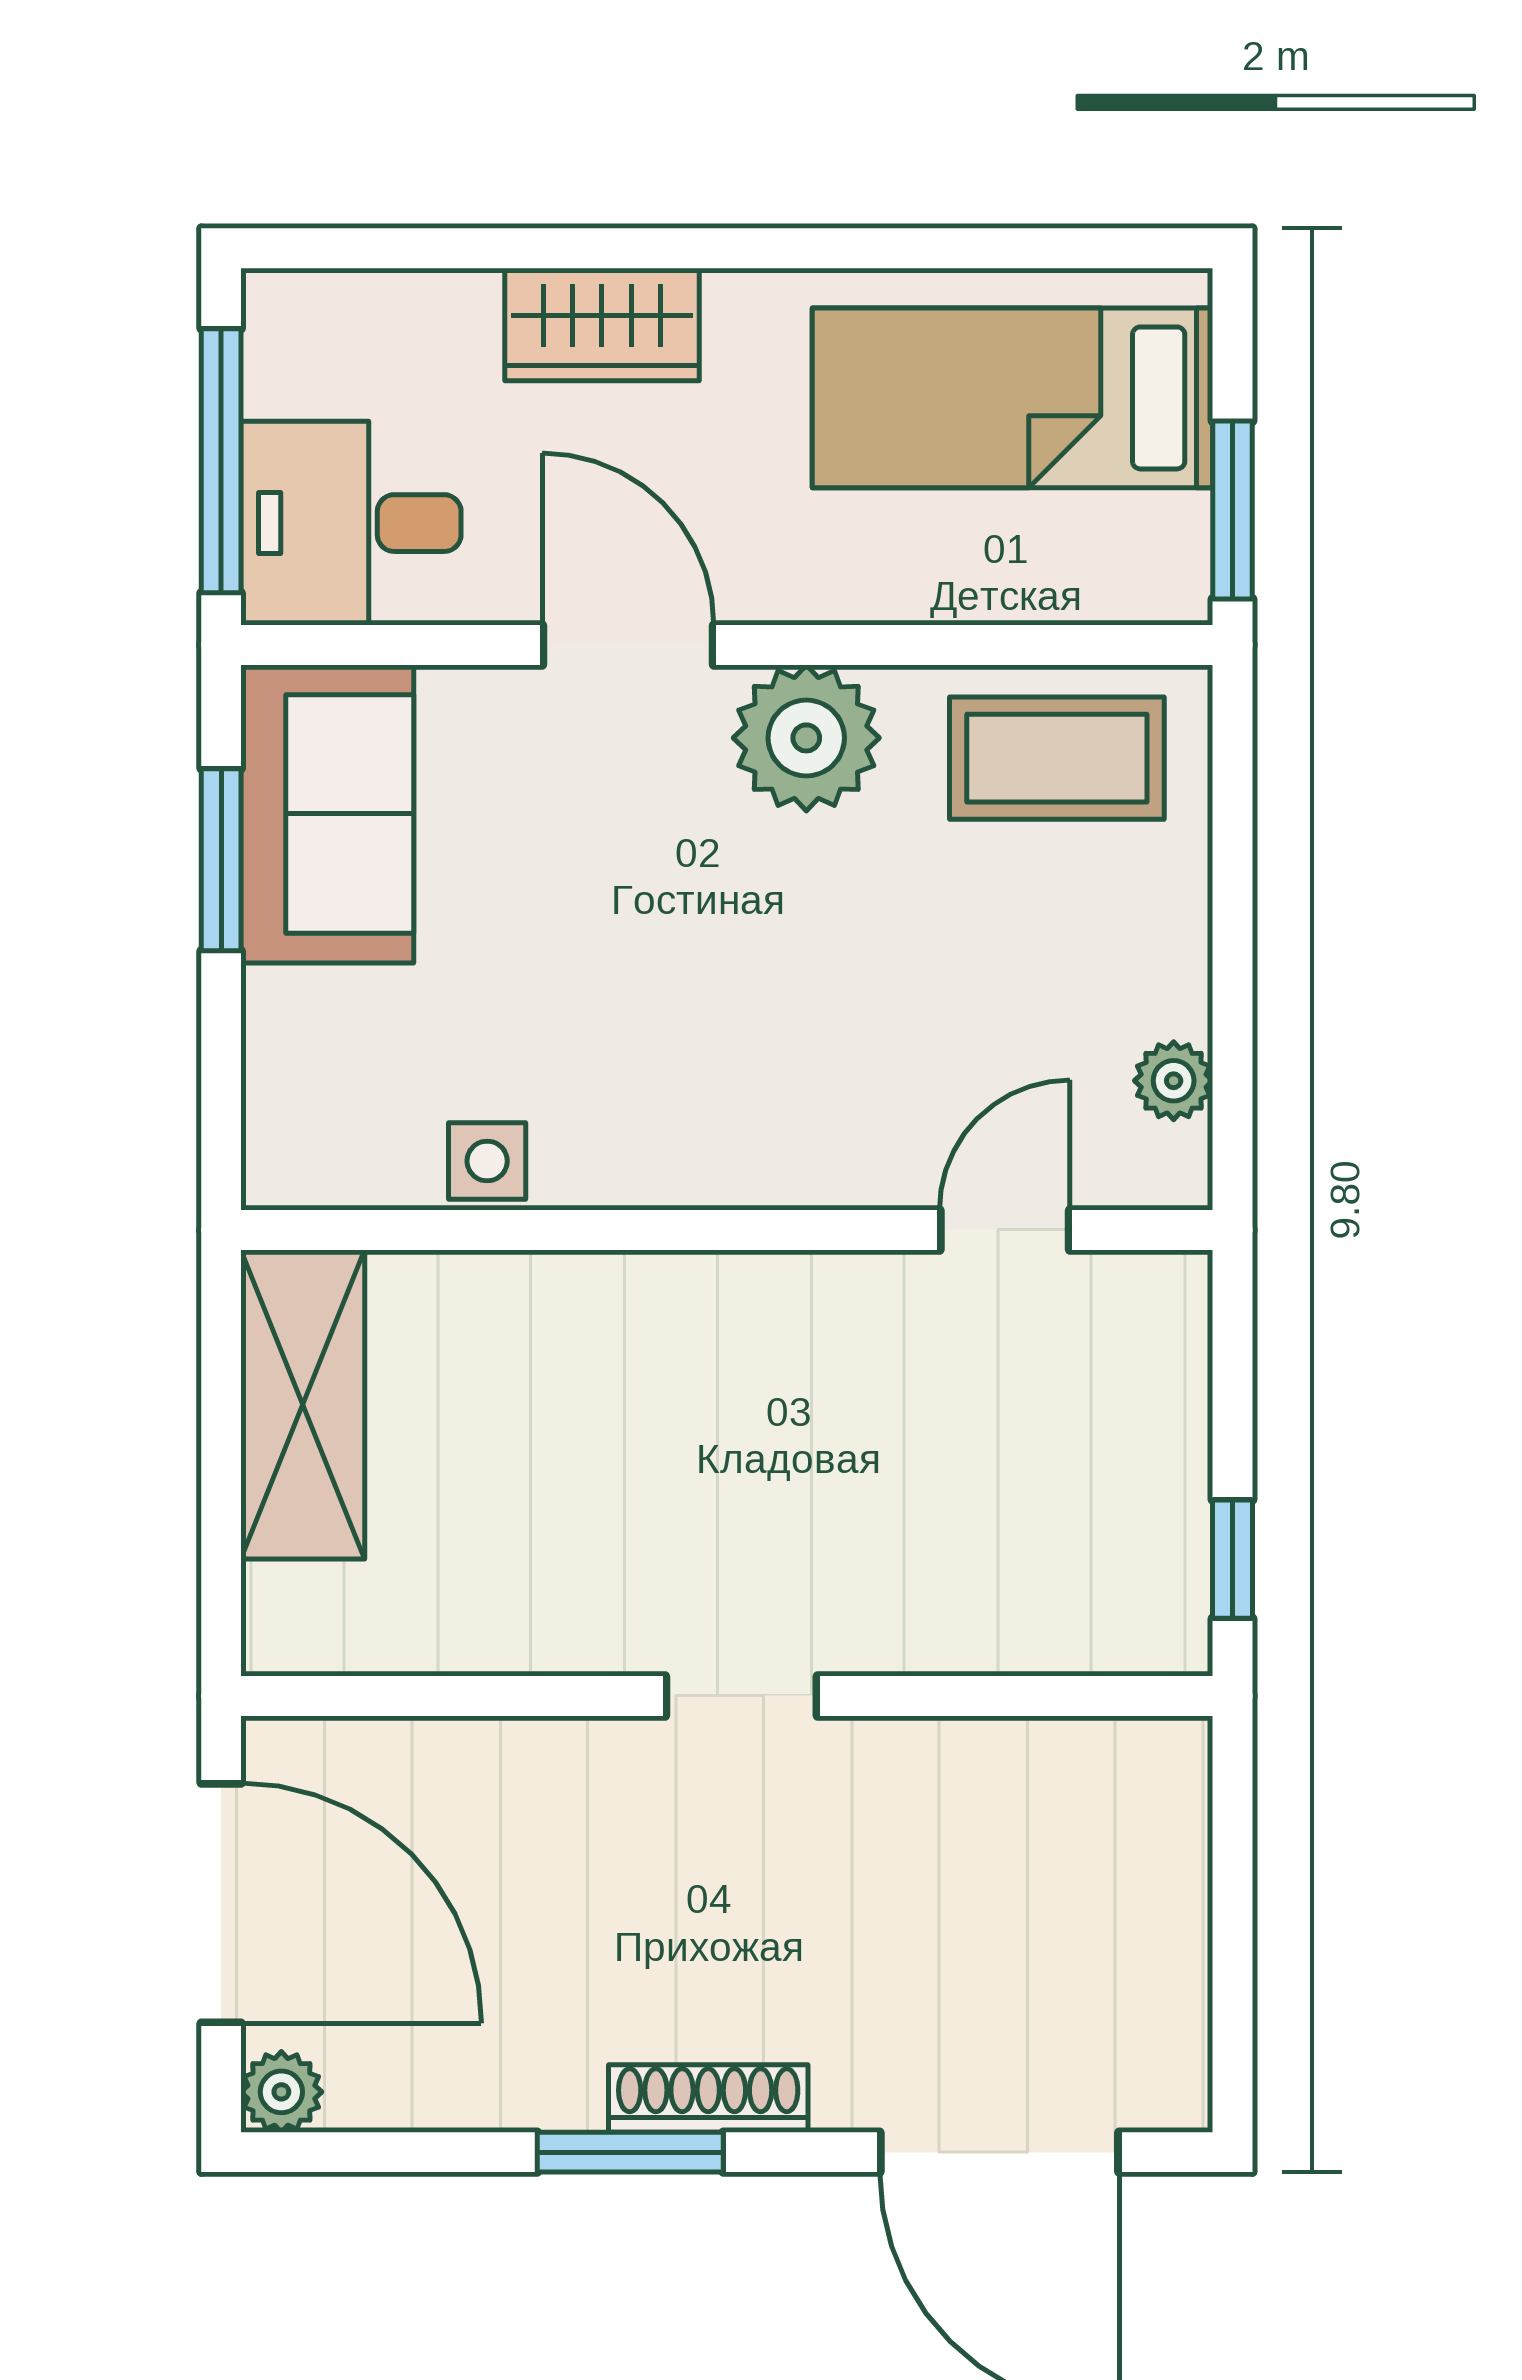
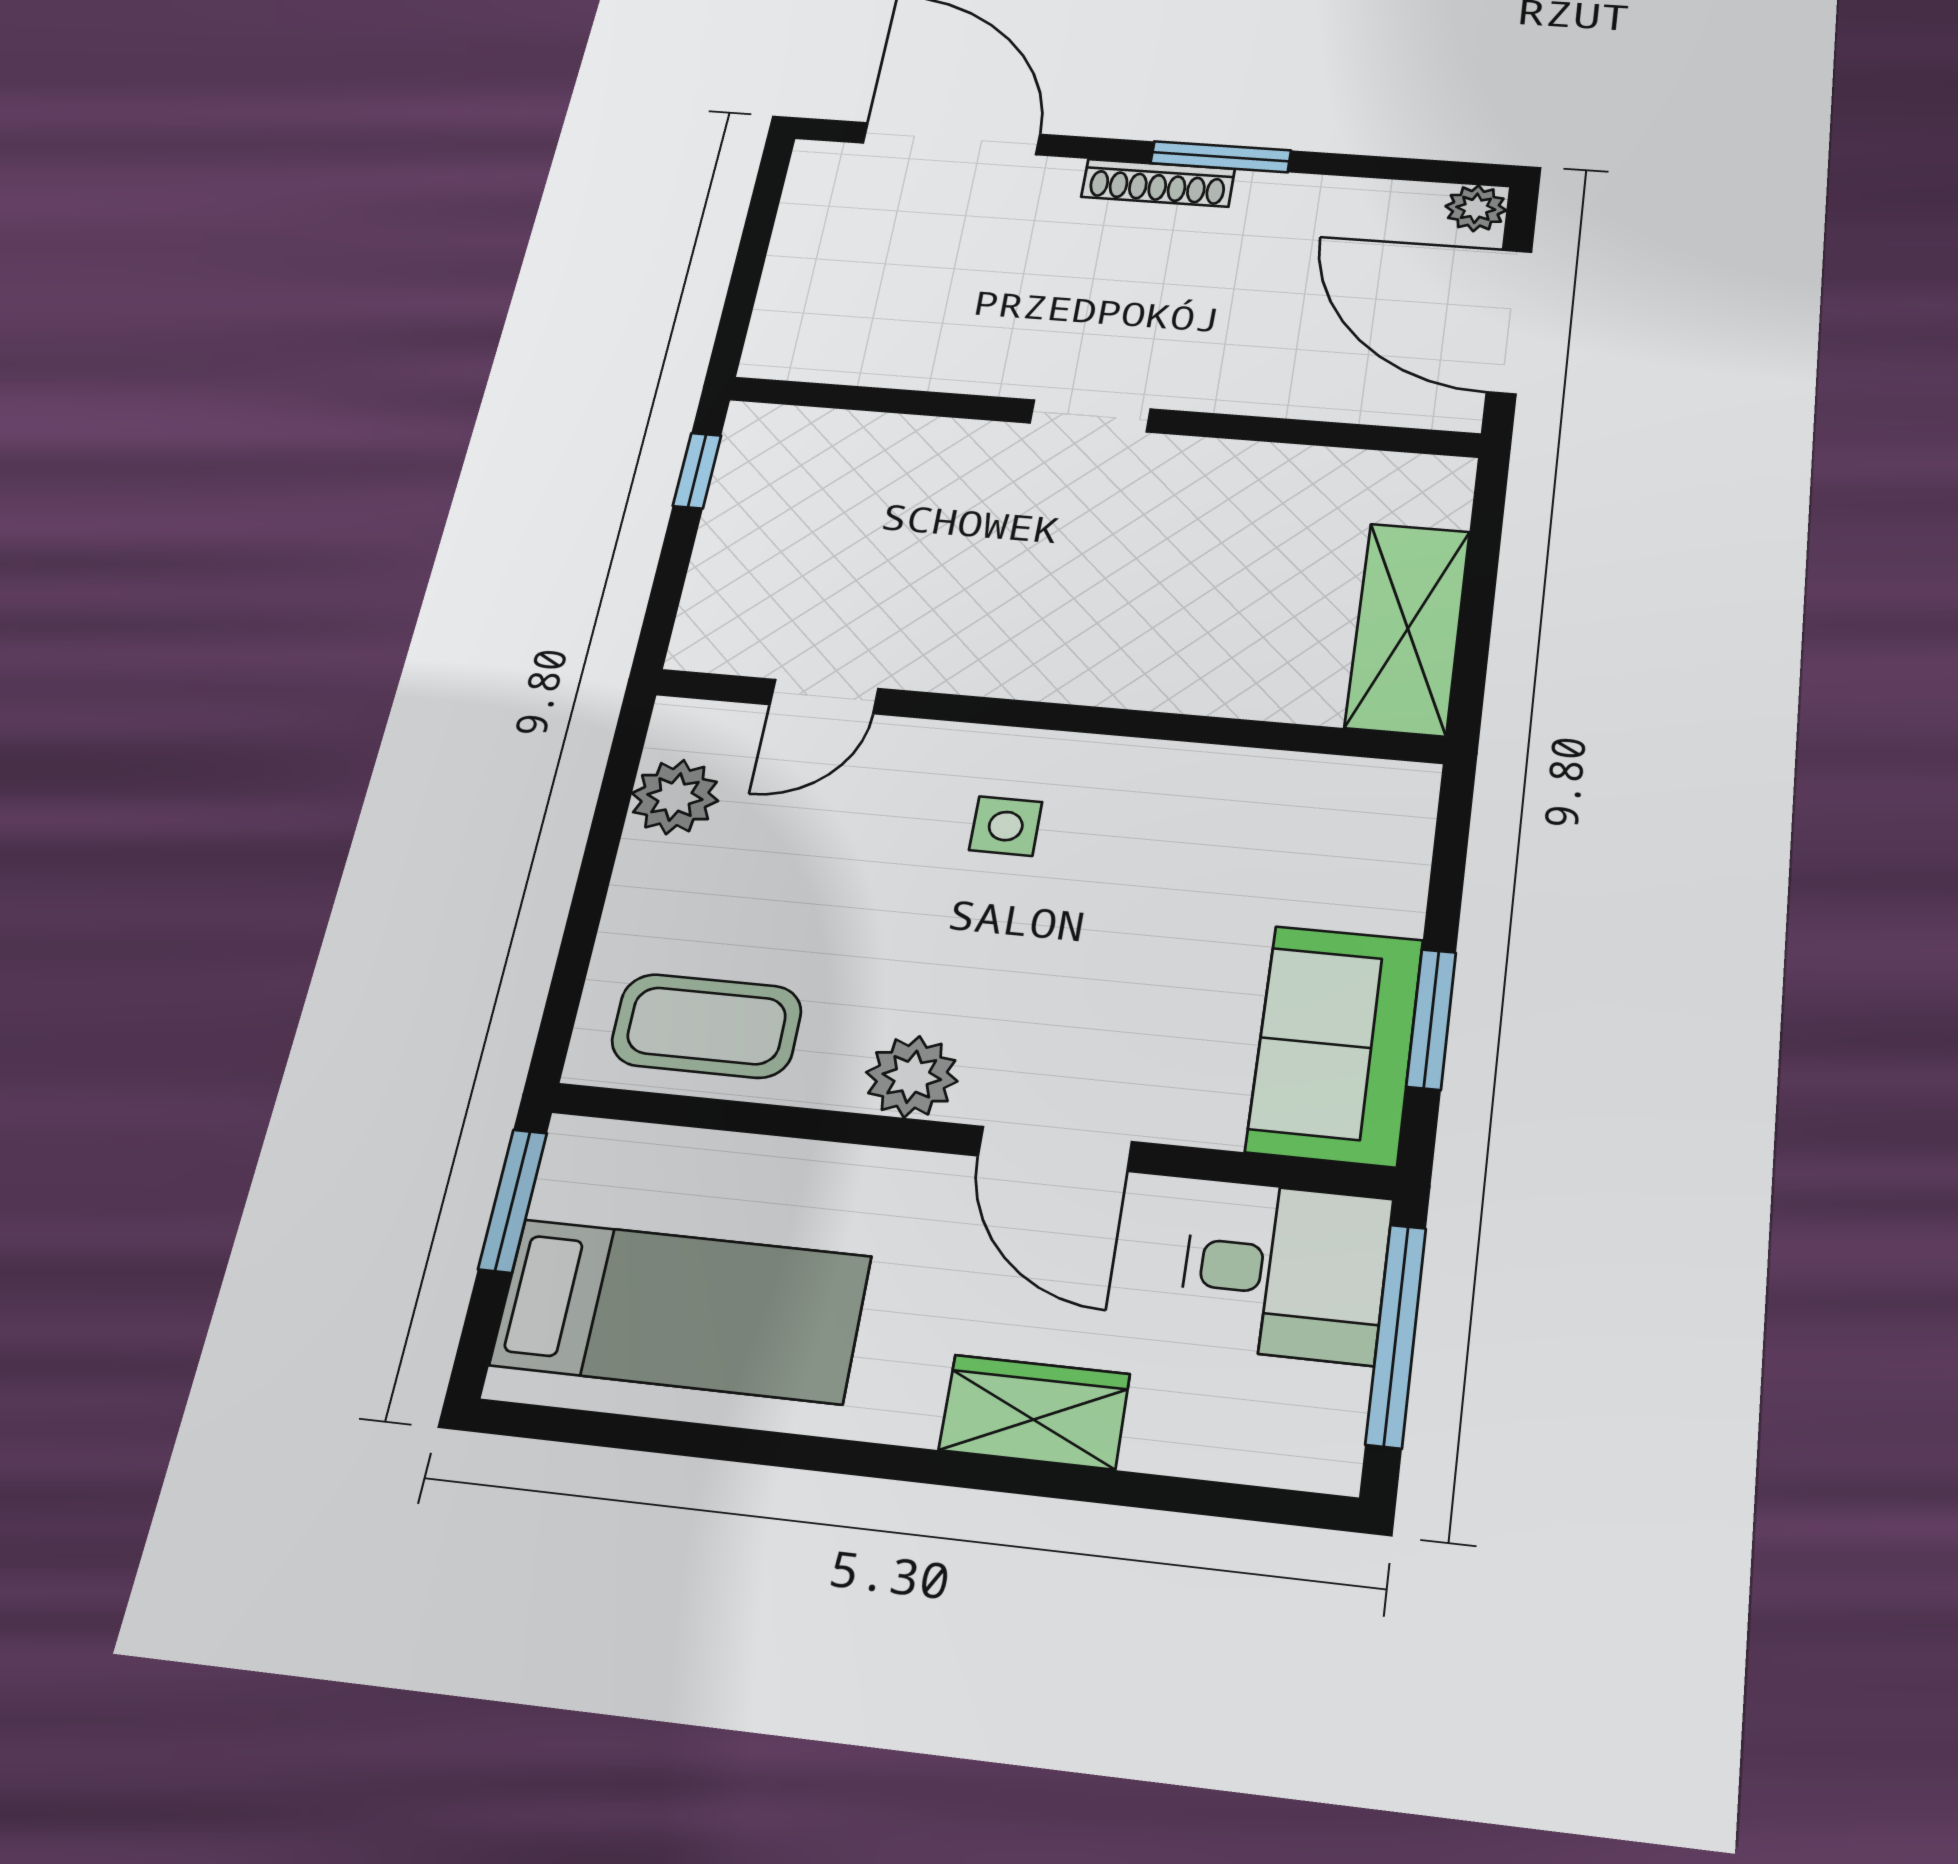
plant: (806, 738) -> (912, 1077), width x0.73, depth x0.73
plant: (1174, 1081) -> (675, 797), width x1.38, depth x1.38
side table: (487, 1161) -> (1006, 826), moved

